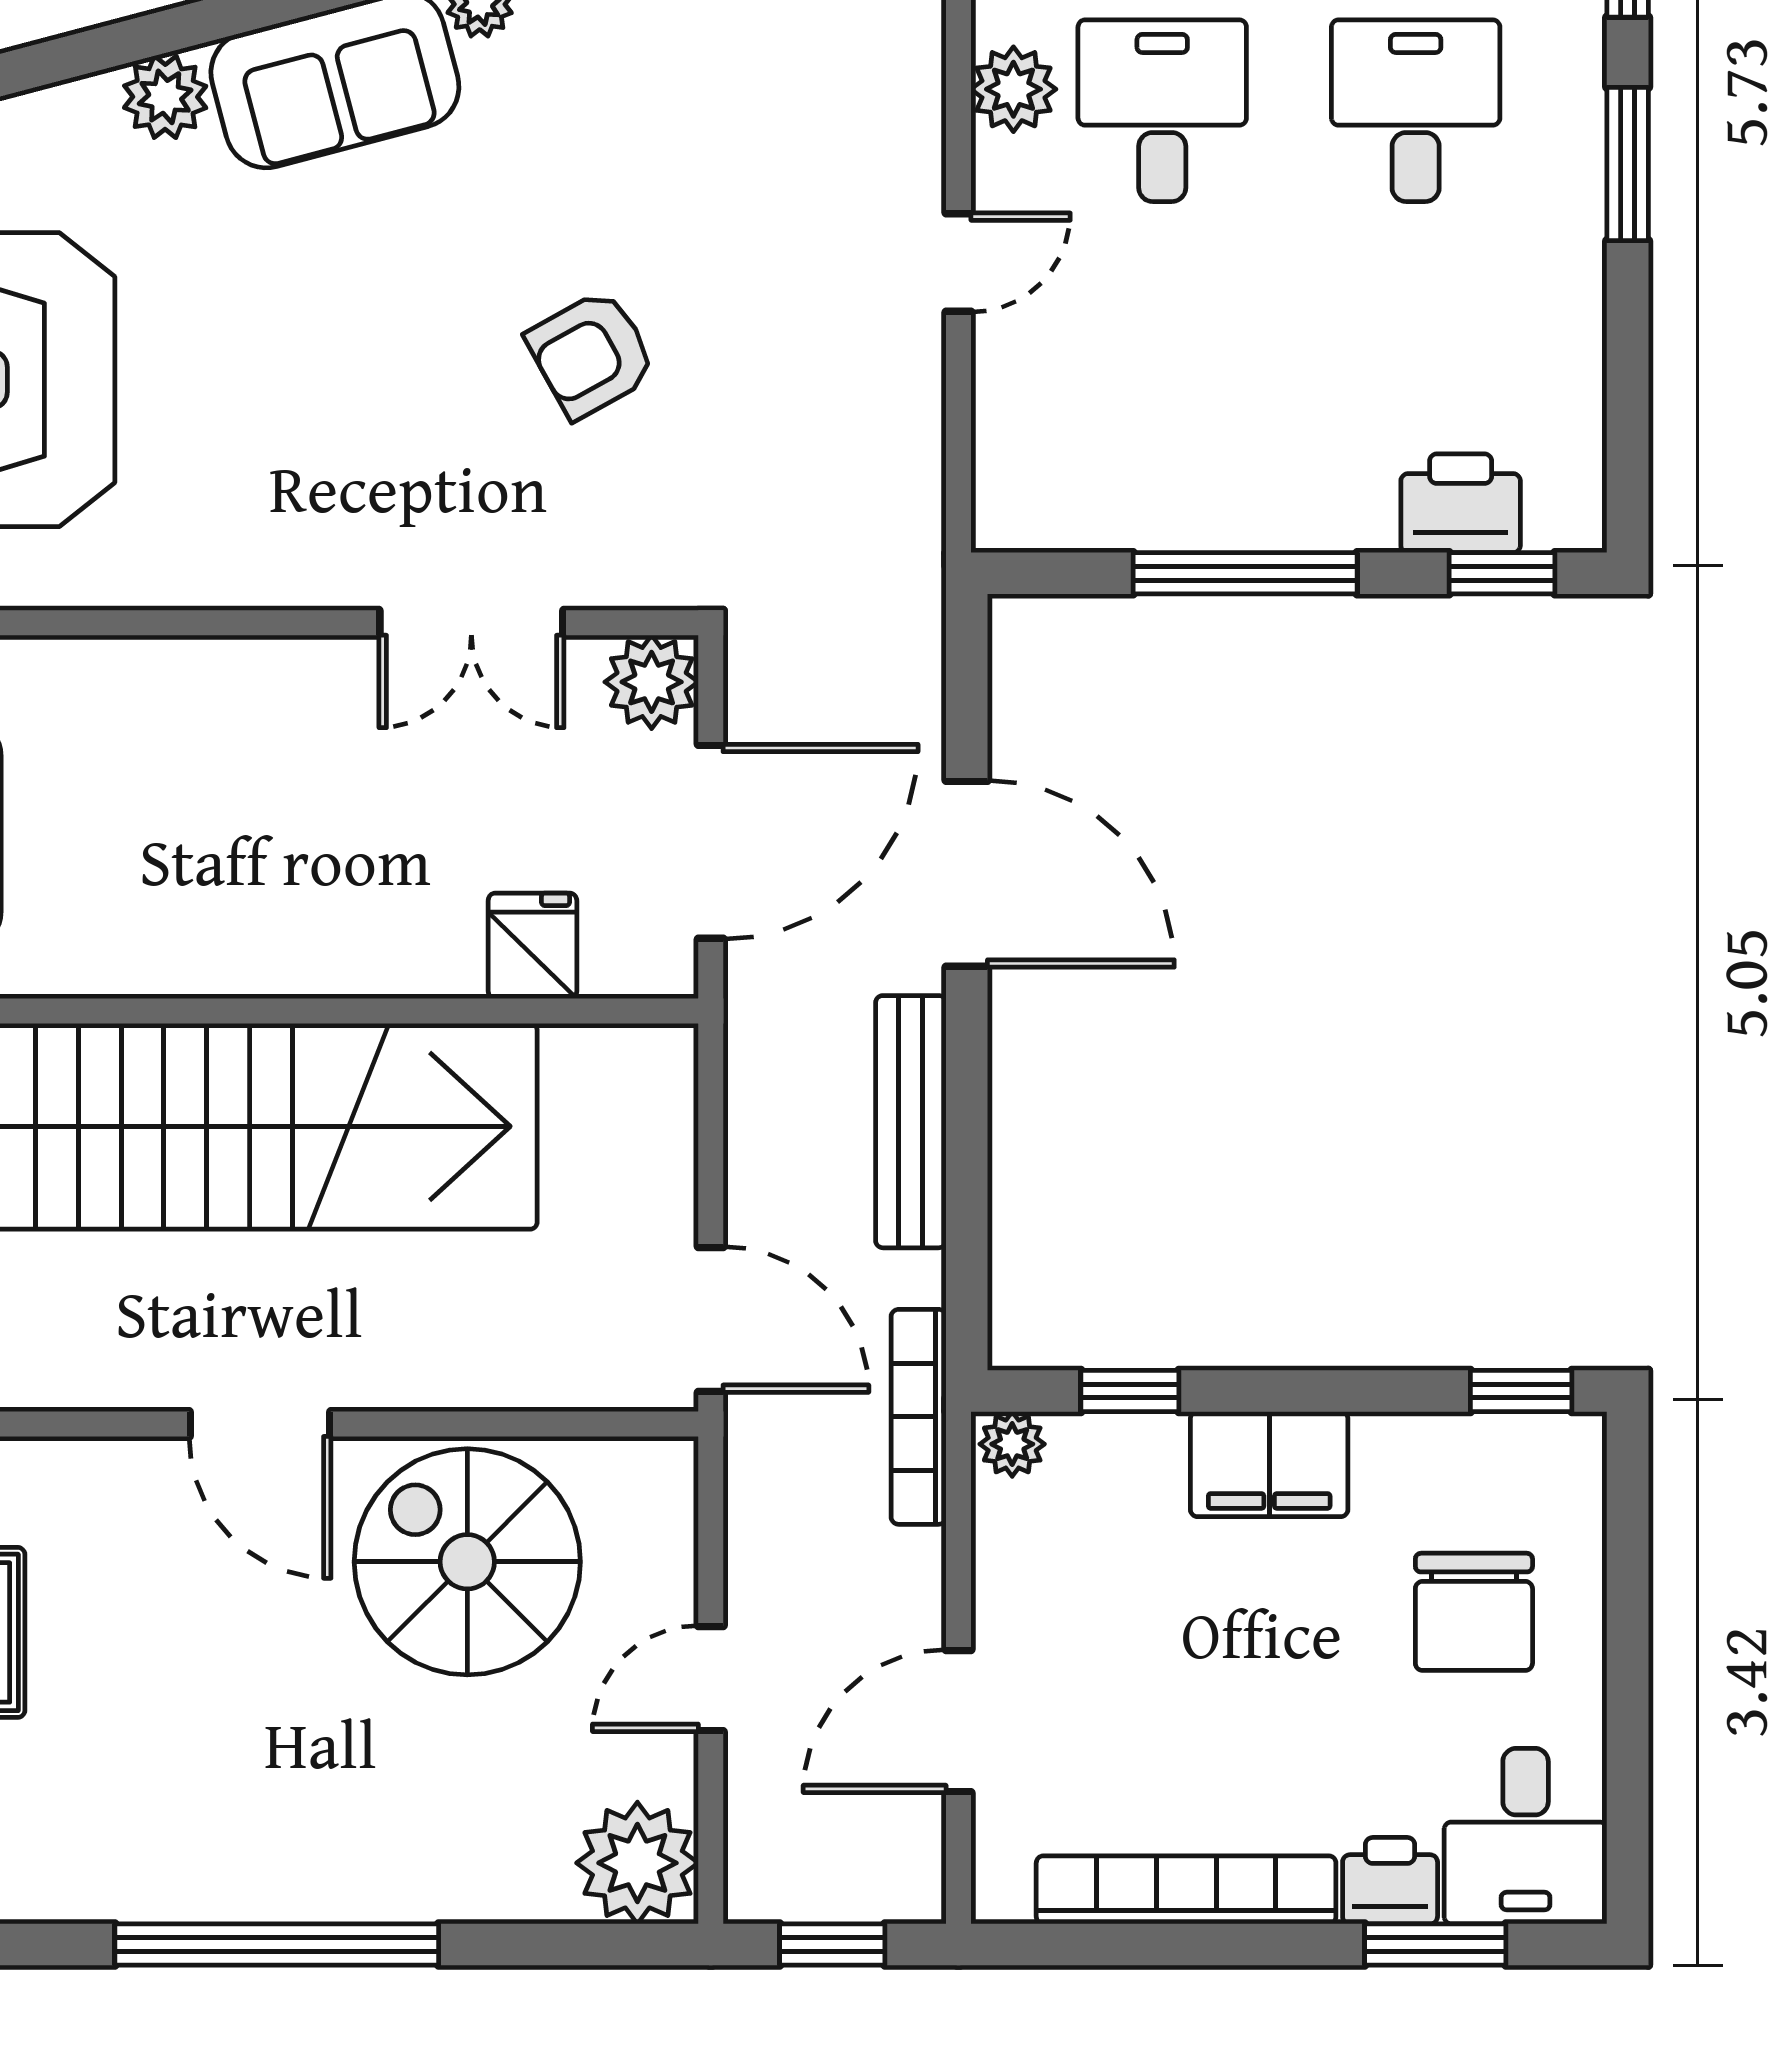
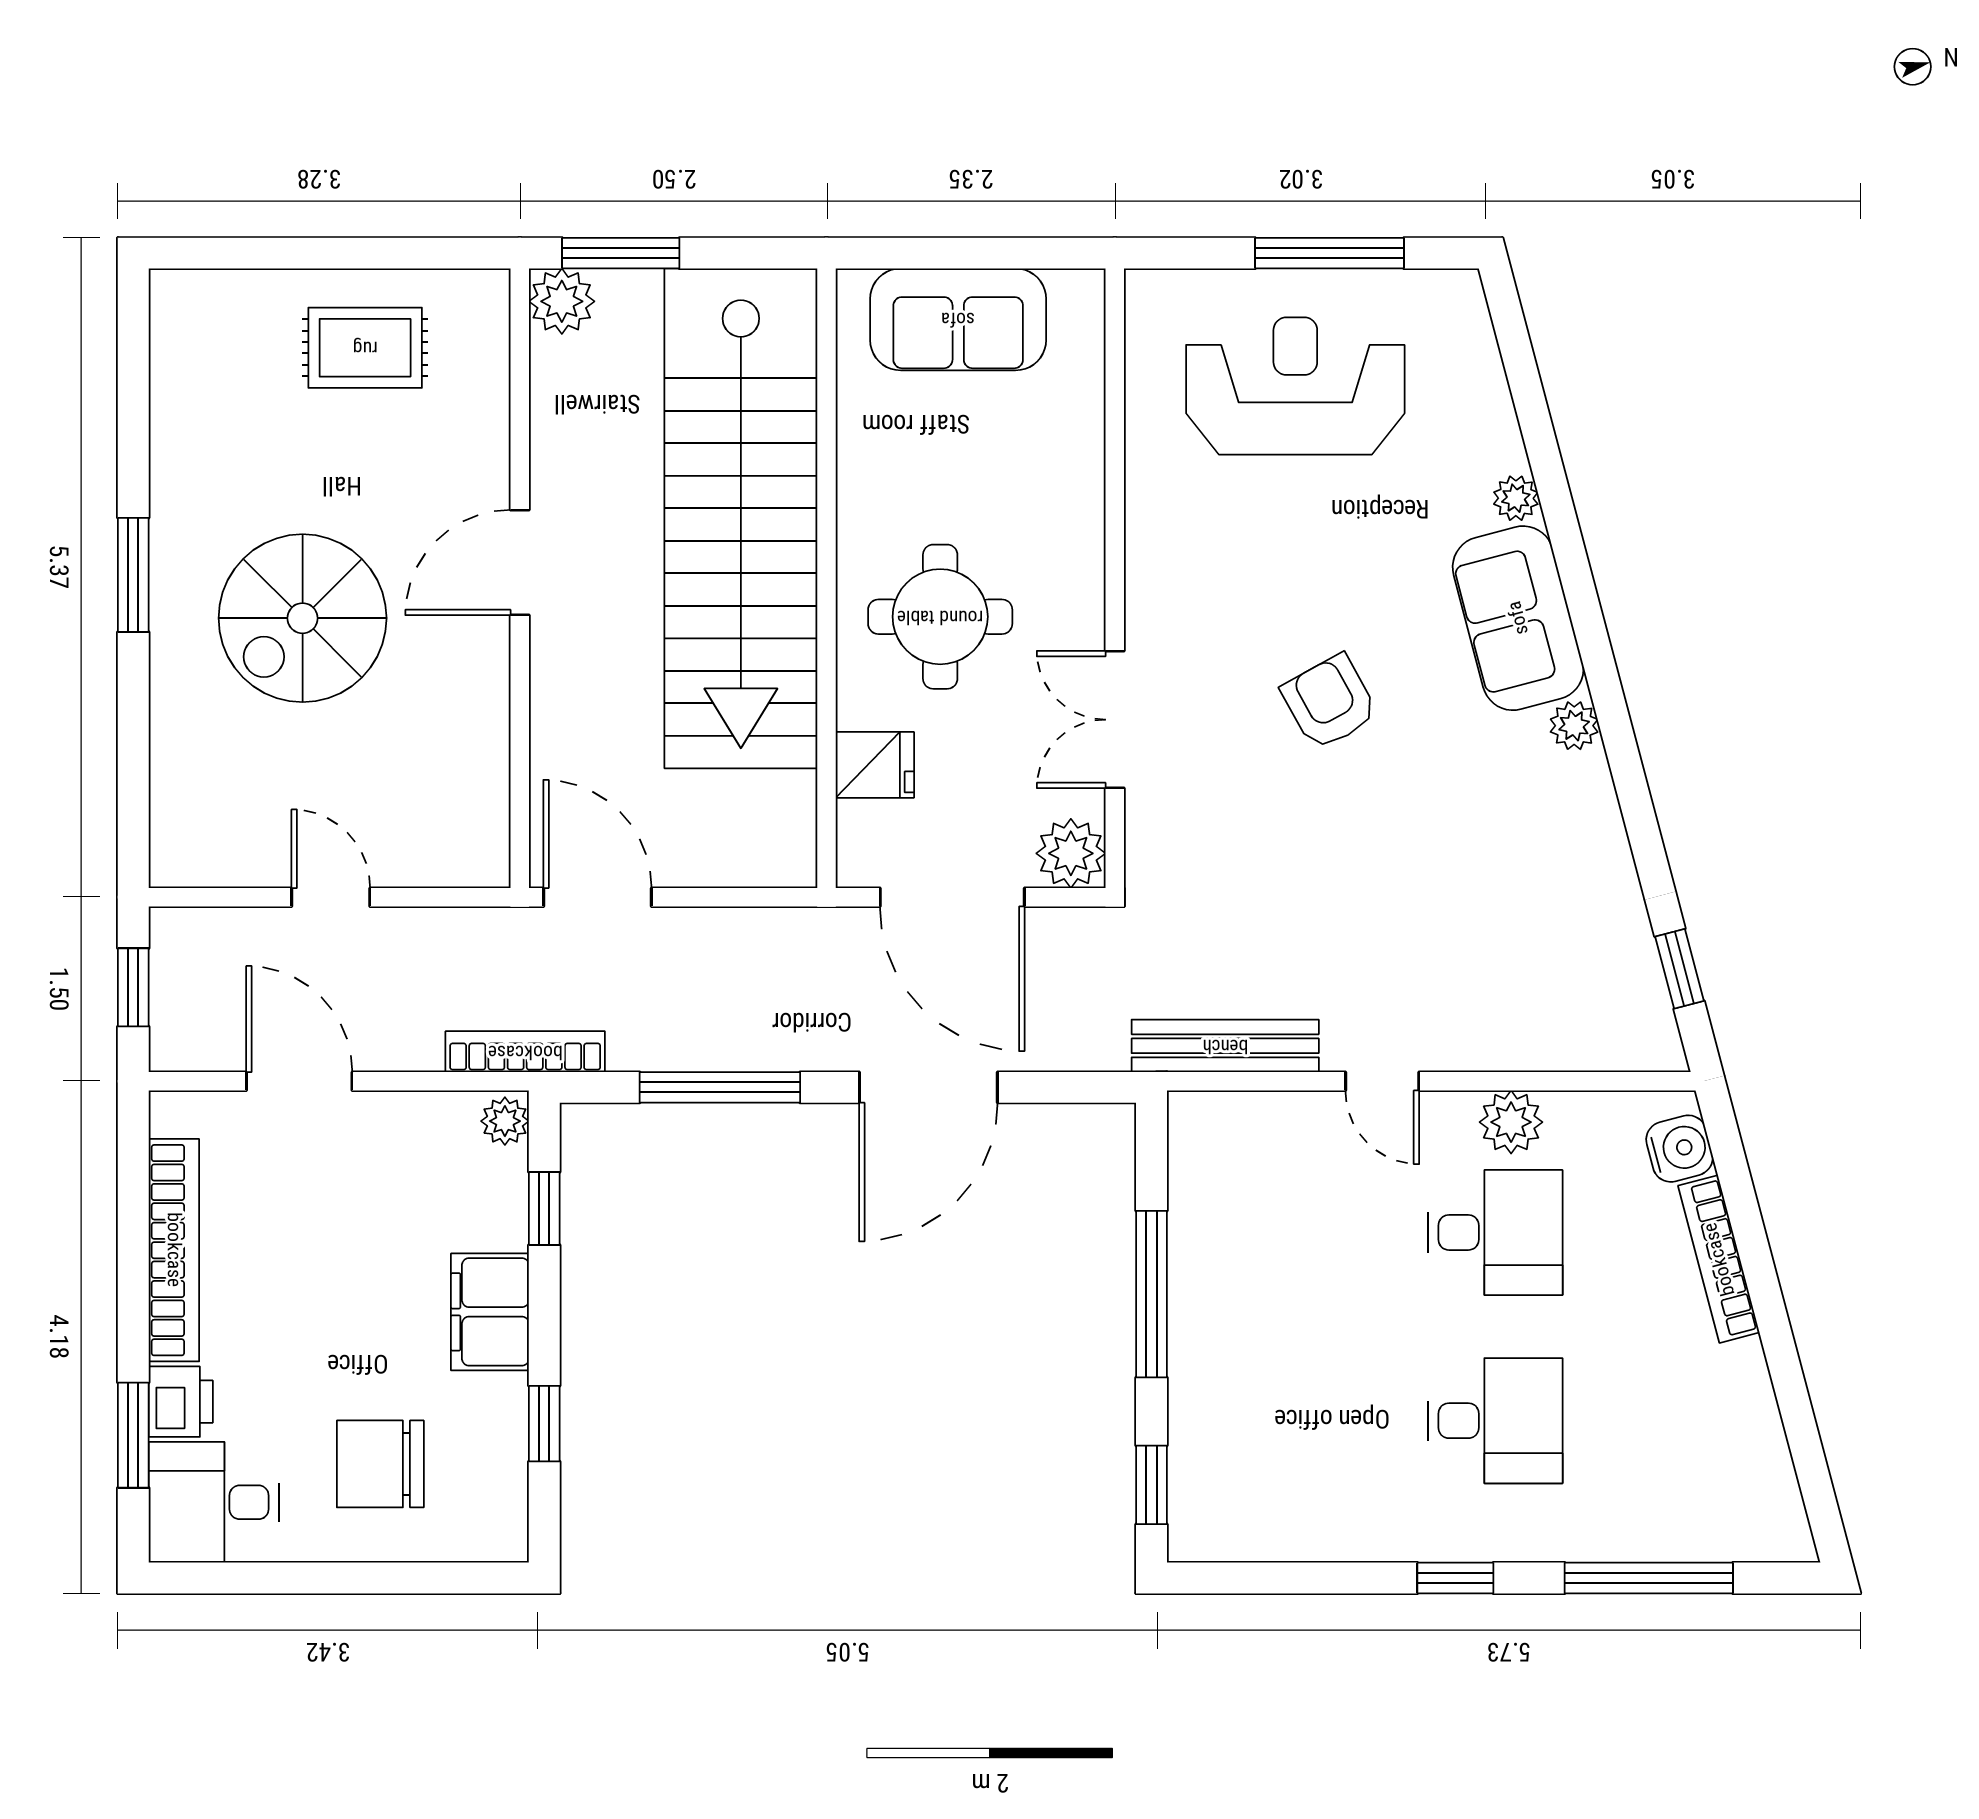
plant: (165, 97) -> (1516, 498), width x0.73, depth x0.73
window: (1628, 164) -> (1455, 1578), width x0.67
armchair: (591, 354) -> (1330, 702), moved
printer: (1461, 503) -> (1204, 1454), removed
round table: (333, 858) -> (940, 617), added
bench: (911, 1122) -> (1225, 1046), moved
window: (967, 1155) -> (720, 1087), added
door: (711, 1319) -> (597, 897), swing flipped
window: (1521, 1391) -> (544, 1424), moved
spiral stairs: (467, 1562) -> (303, 618), moved, turned 180
plant: (637, 1863) -> (194, 843), removed
window: (277, 1944) -> (133, 575), width x0.47

